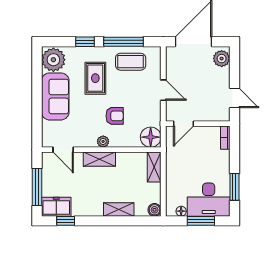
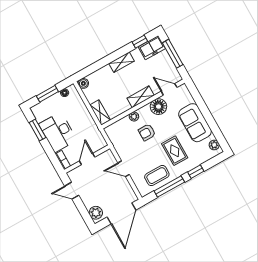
plant: (53, 60) -> (214, 145), width x0.53, depth x0.53
door: (183, 124) -> (87, 159), moved
floor lamp: (151, 137) -> (158, 107), moved
plant: (103, 141) -> (134, 117), moved
desk: (209, 200) -> (58, 132), moved, turned -90
shelving: (119, 209) -> (122, 62), moved

